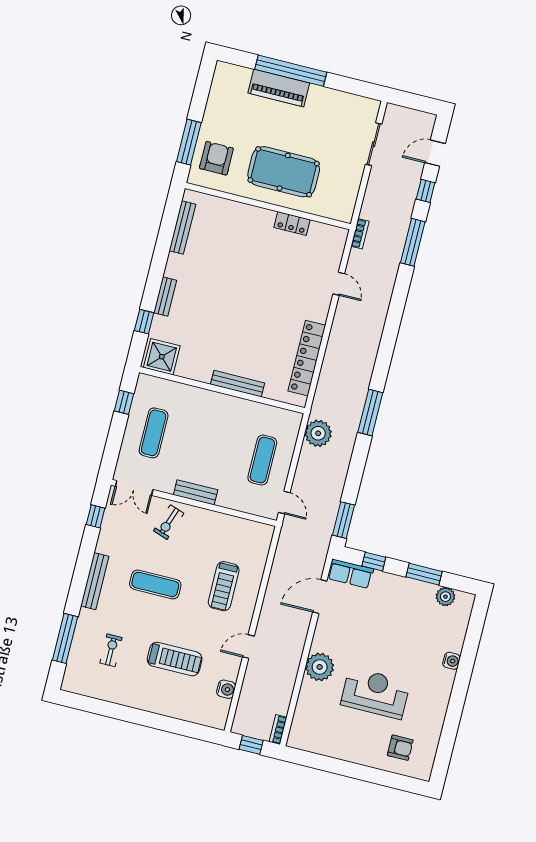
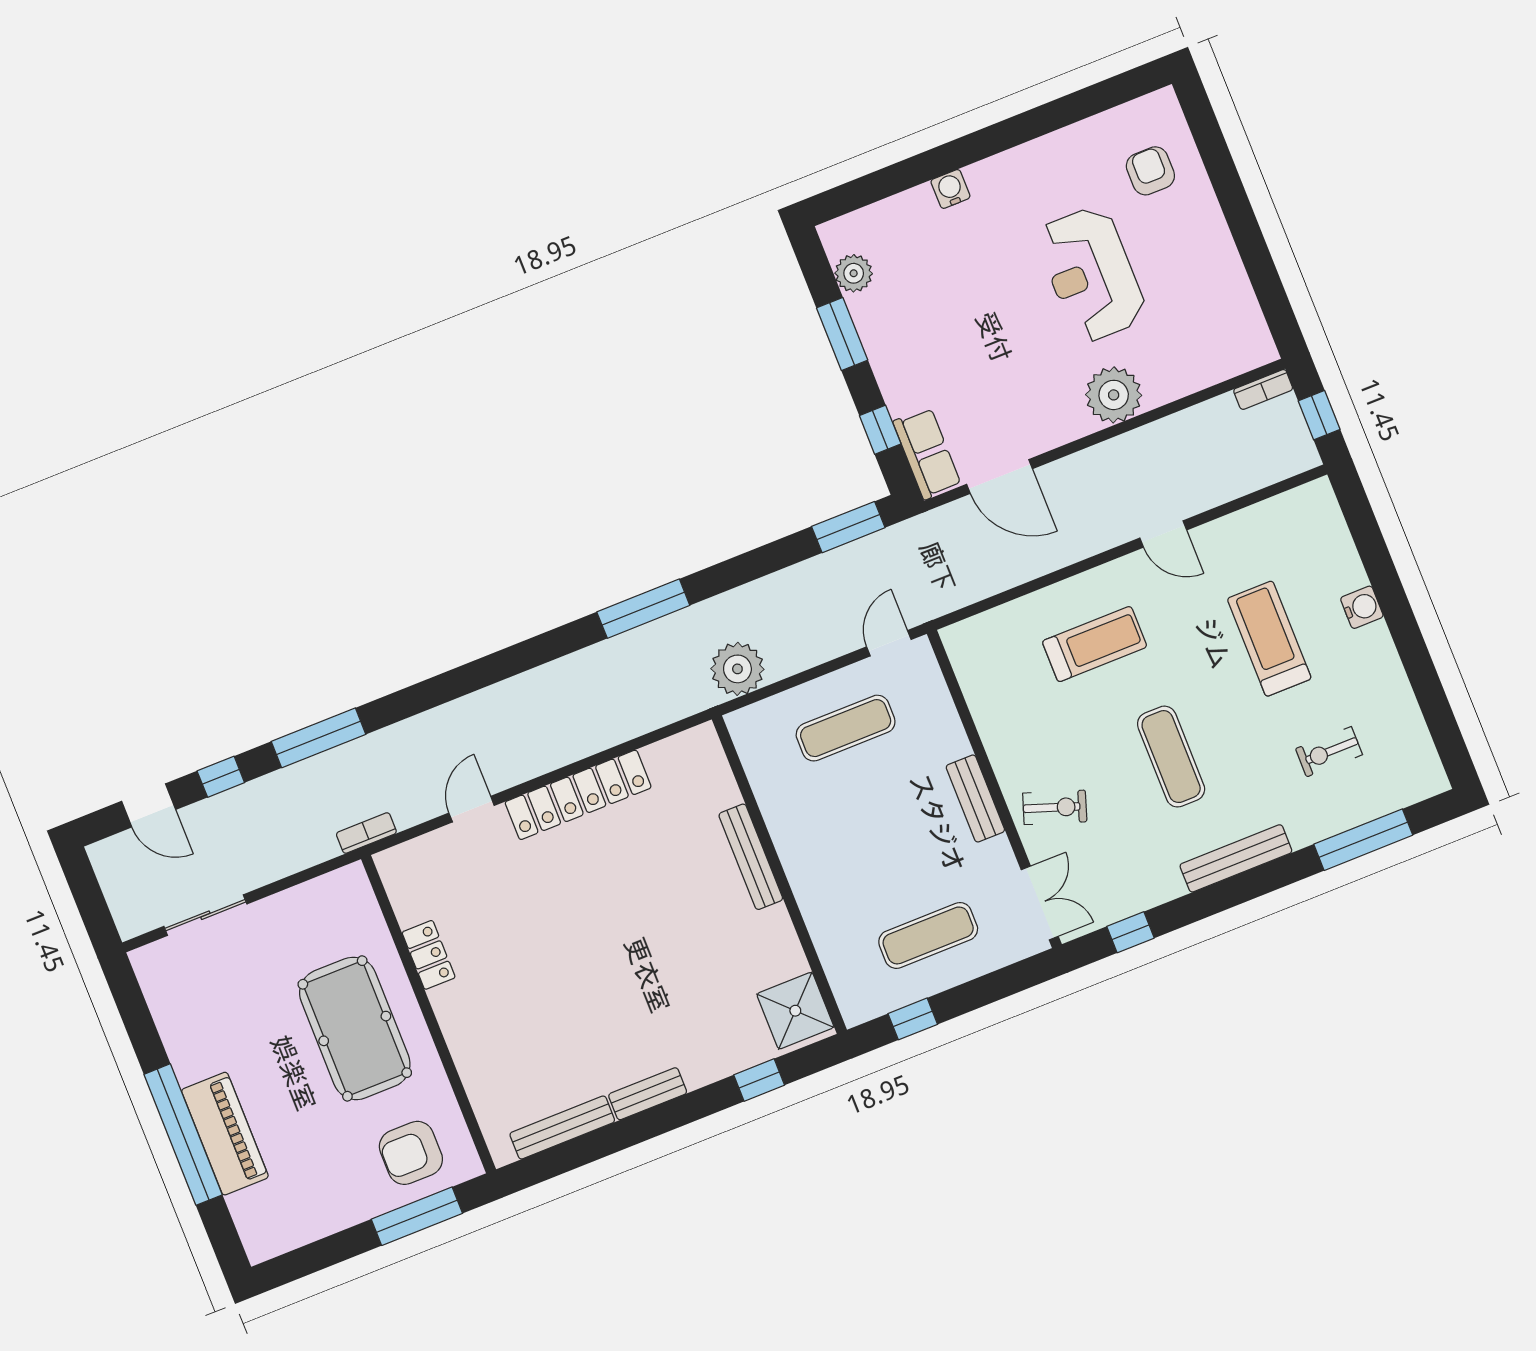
bench: (165, 296) -> (648, 1094), moved
locker: (307, 358) -> (578, 795), moved
water cooler: (226, 689) -> (1362, 607), moved, turned 90

